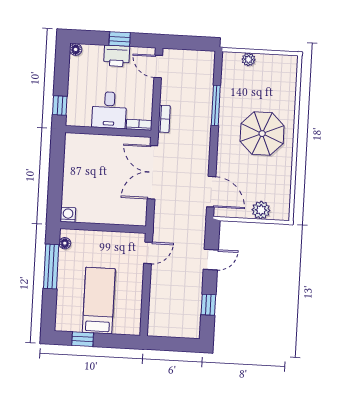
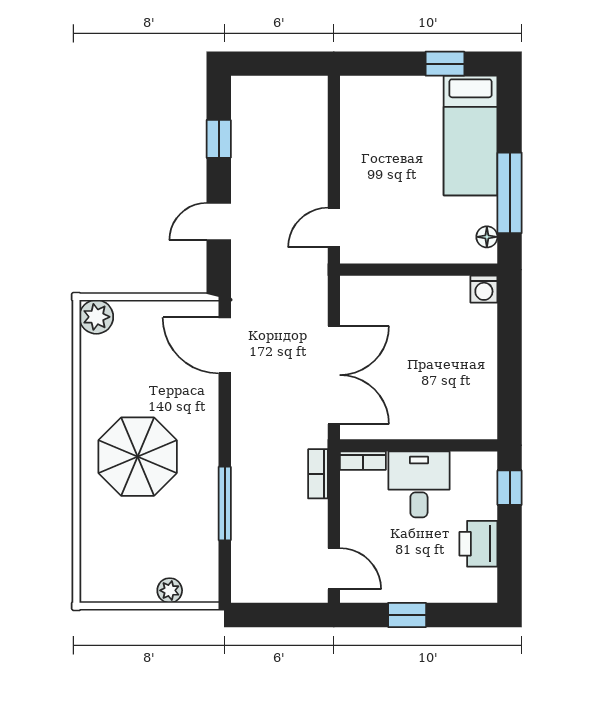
floor lamp: (76, 49) -> (486, 592), removed
printer: (117, 56) -> (478, 544), moved, turned -90
plant: (261, 210) -> (96, 317), moved
bed: (99, 301) -> (471, 136), moved

